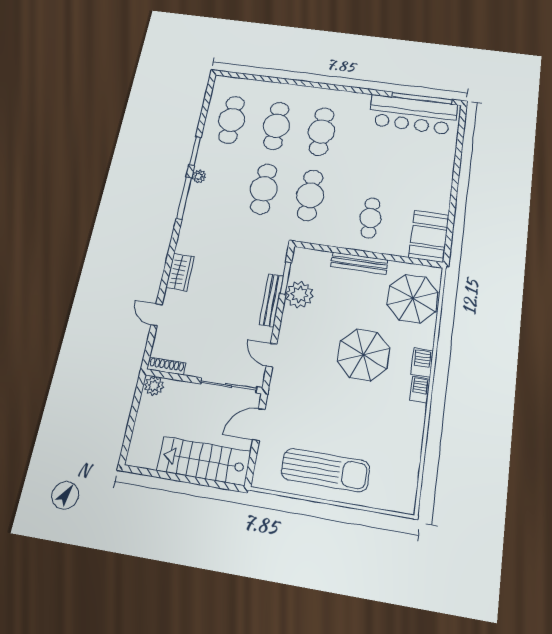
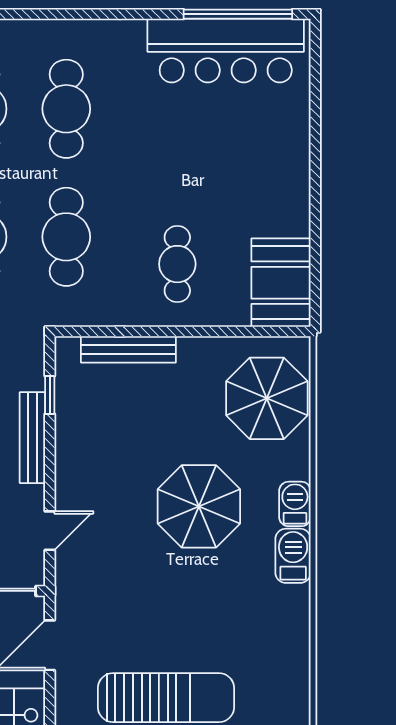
bench: (359, 263) -> (128, 349), moved
window: (286, 278) -> (50, 395), width x0.67
plant: (300, 295) -> (78, 421), removed
door: (272, 355) -> (50, 531), swing flipped
barbecue: (420, 389) -> (293, 556), width x1.38, depth x1.27

